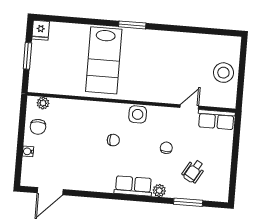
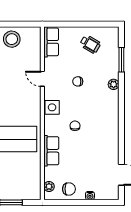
door: (189, 107) -> (42, 79), moved
wheelchair: (193, 171) -> (90, 44), moved
row of seats: (133, 186) -> (51, 151), moved, turned 180

